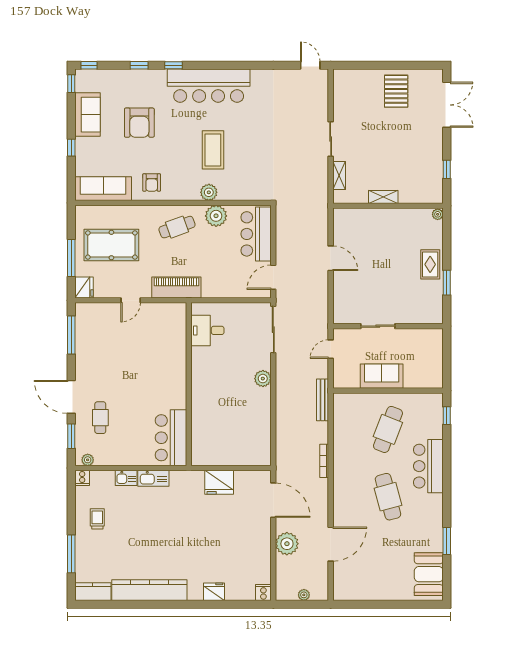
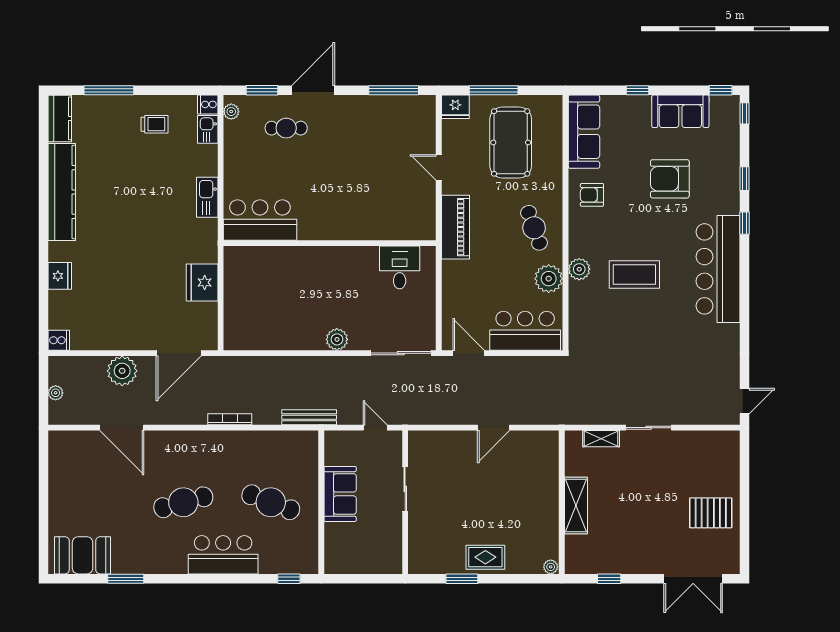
shelving: (383, 197) -> (576, 506), width x1.50, depth x1.33
kitchen sink: (126, 478) -> (208, 129), moved

